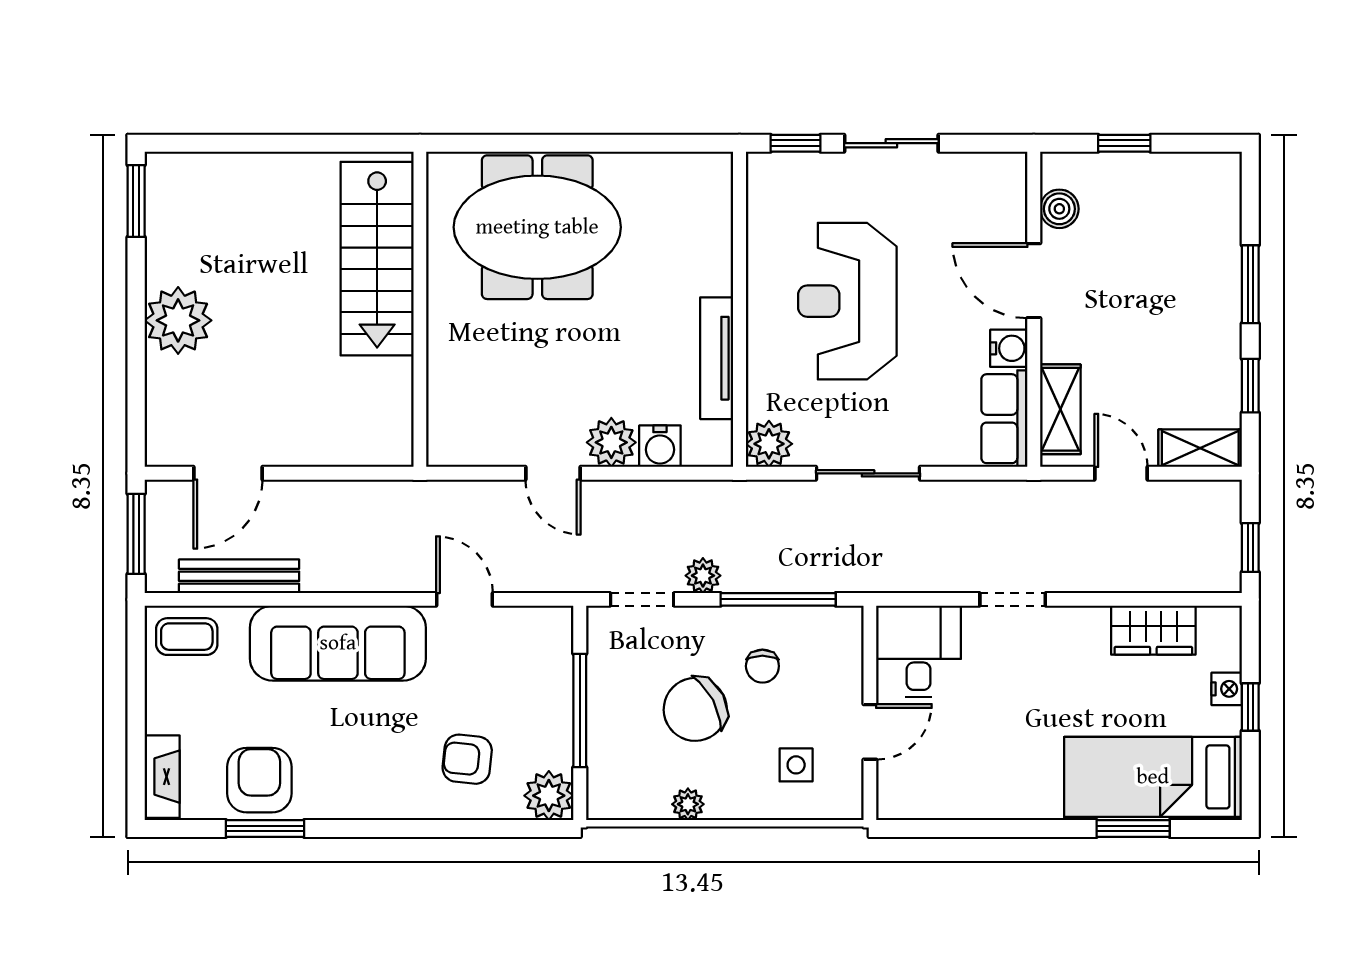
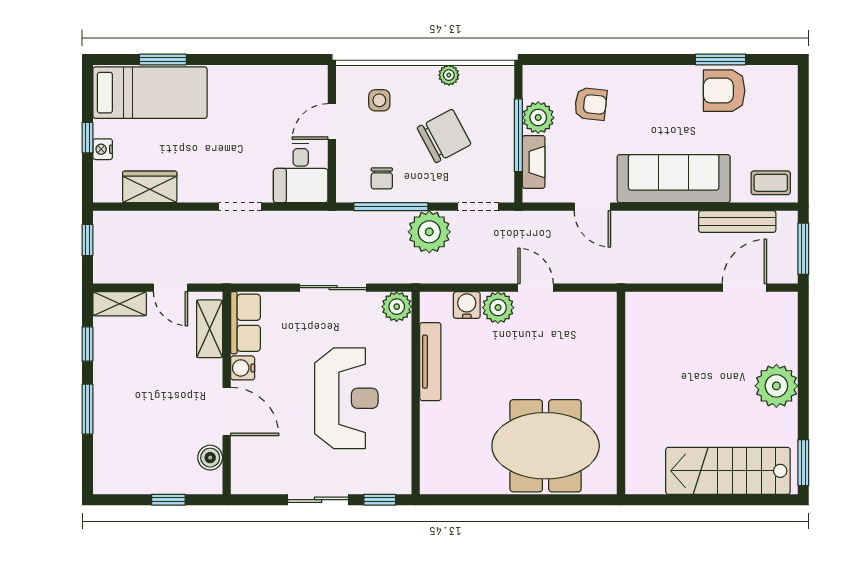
stairs: (377, 259) -> (728, 471), moved, turned -90
plant: (703, 576) -> (429, 232), width x1.87, depth x1.87
chair: (762, 666) -> (382, 178), moved, turned 180
fireplace: (162, 777) -> (534, 162), moved, turned 180
armchair: (259, 780) -> (724, 91), turned 90
plant: (549, 796) -> (538, 118), moved

